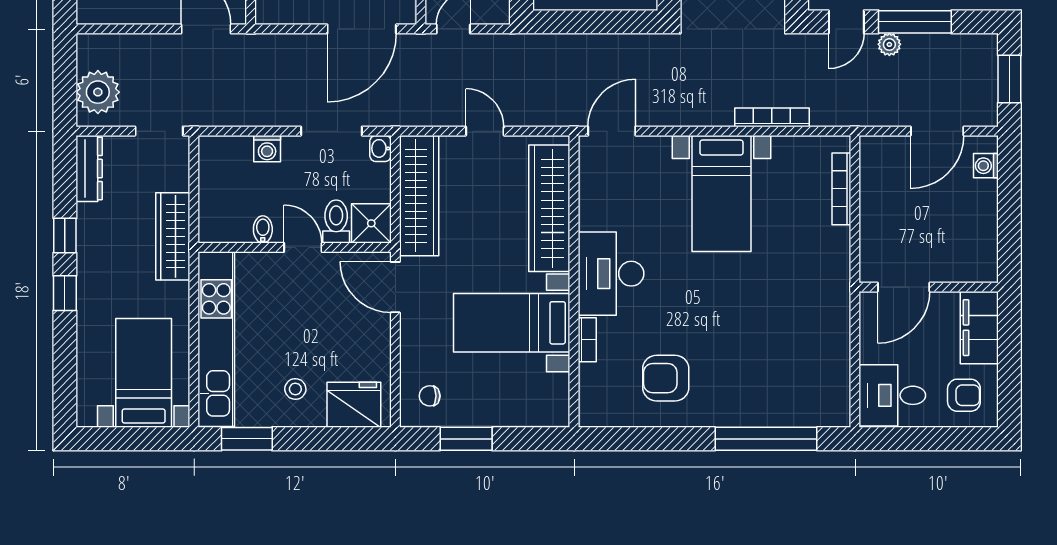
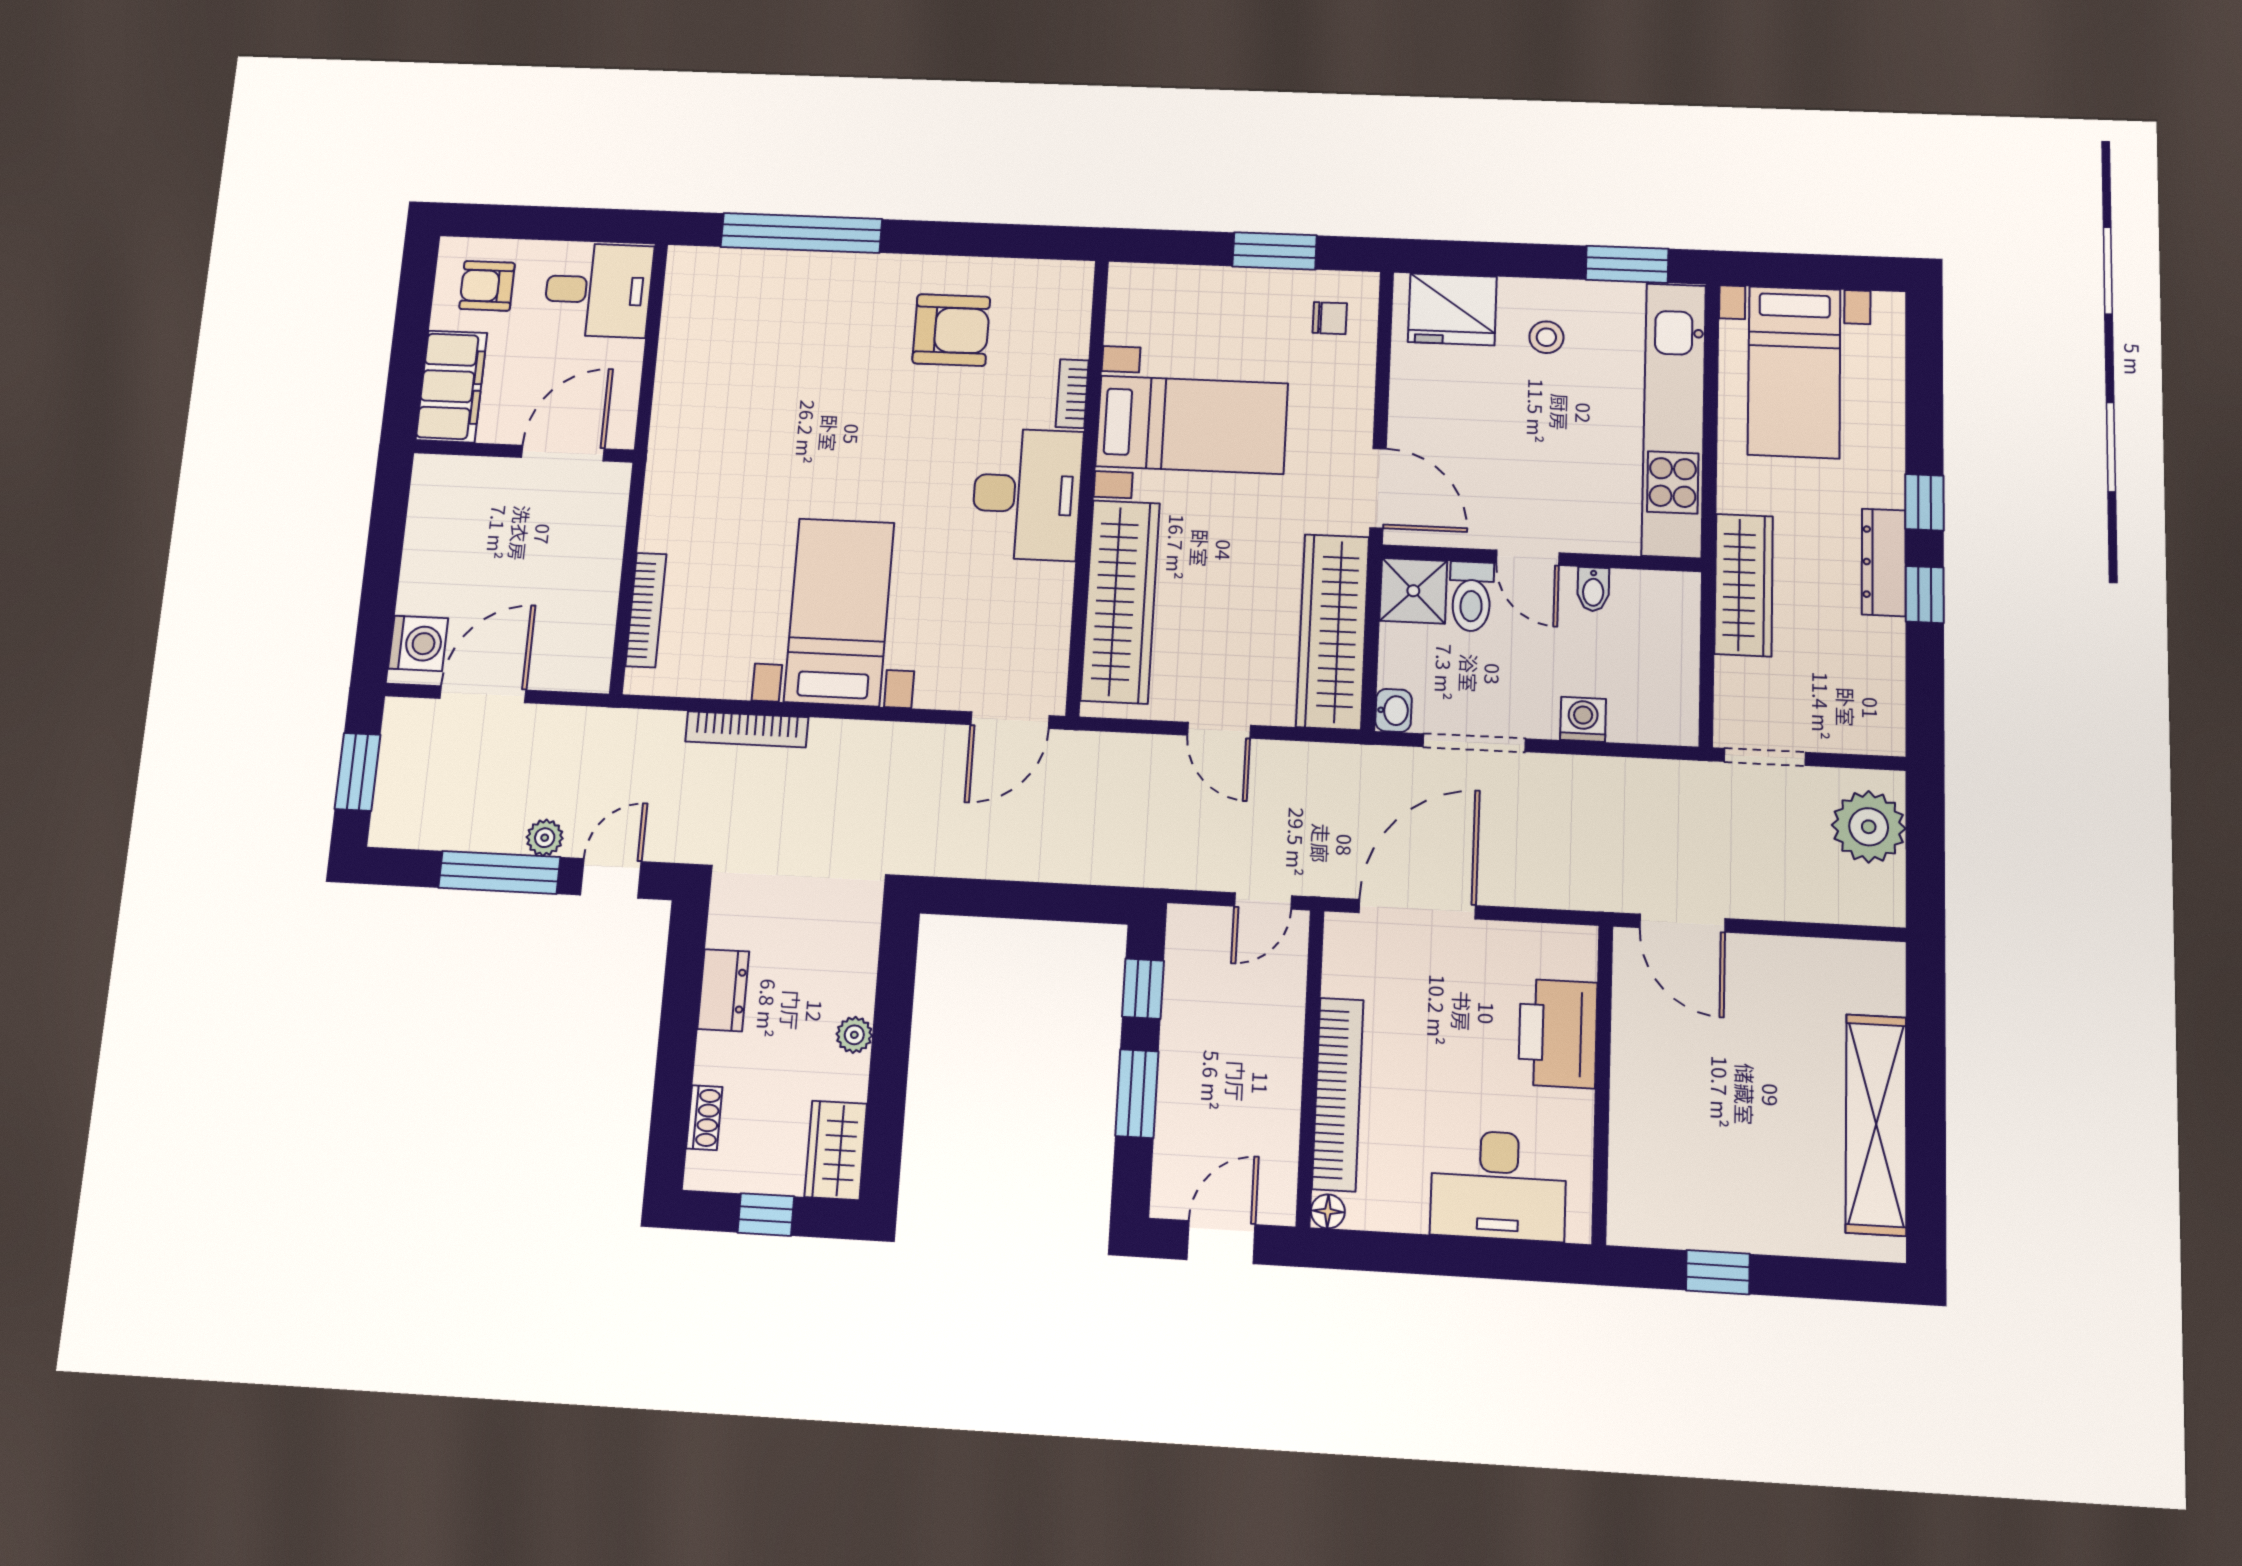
washing machine: (986, 166) -> (418, 643), width x1.38, depth x1.38
dresser: (89, 169) -> (1884, 562), moved

